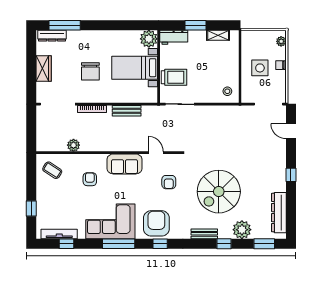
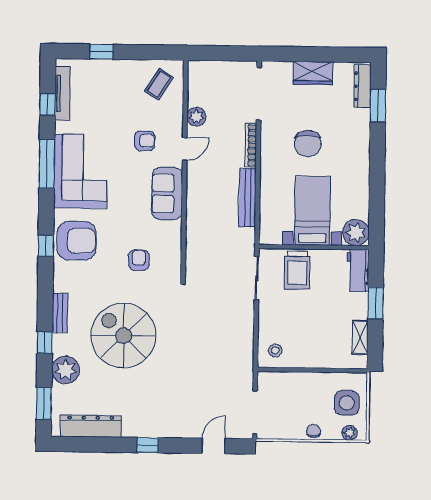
window: (65, 25) -> (378, 106), width x0.69
side table: (260, 68) -> (347, 403), moved
chair: (90, 71) -> (308, 144), turned -91
bench: (127, 111) -> (248, 198), width x1.36
door: (156, 153) -> (185, 149), moved
armchair: (169, 182) -> (139, 260), turned 90
window: (119, 244) -> (47, 164), moved

